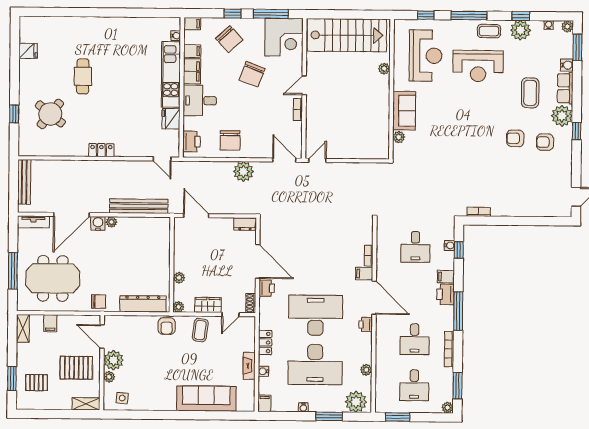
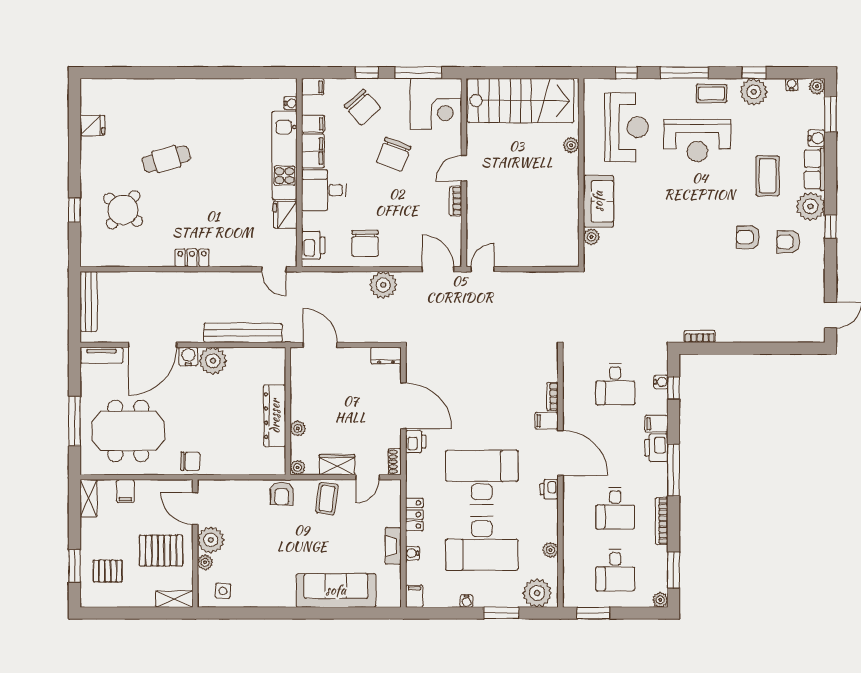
cafe table: (83, 76) -> (166, 159), turned 74
plant: (111, 222) -> (213, 361), width x1.87, depth x1.87
dresser: (143, 304) -> (275, 416), moved, turned -90

